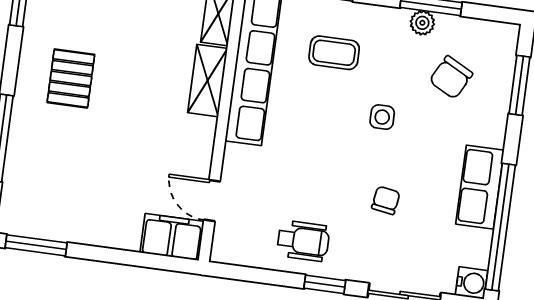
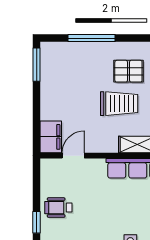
trolley: (128, 104) -> (119, 104), added
wheelchair: (303, 241) -> (58, 208), turned 90

